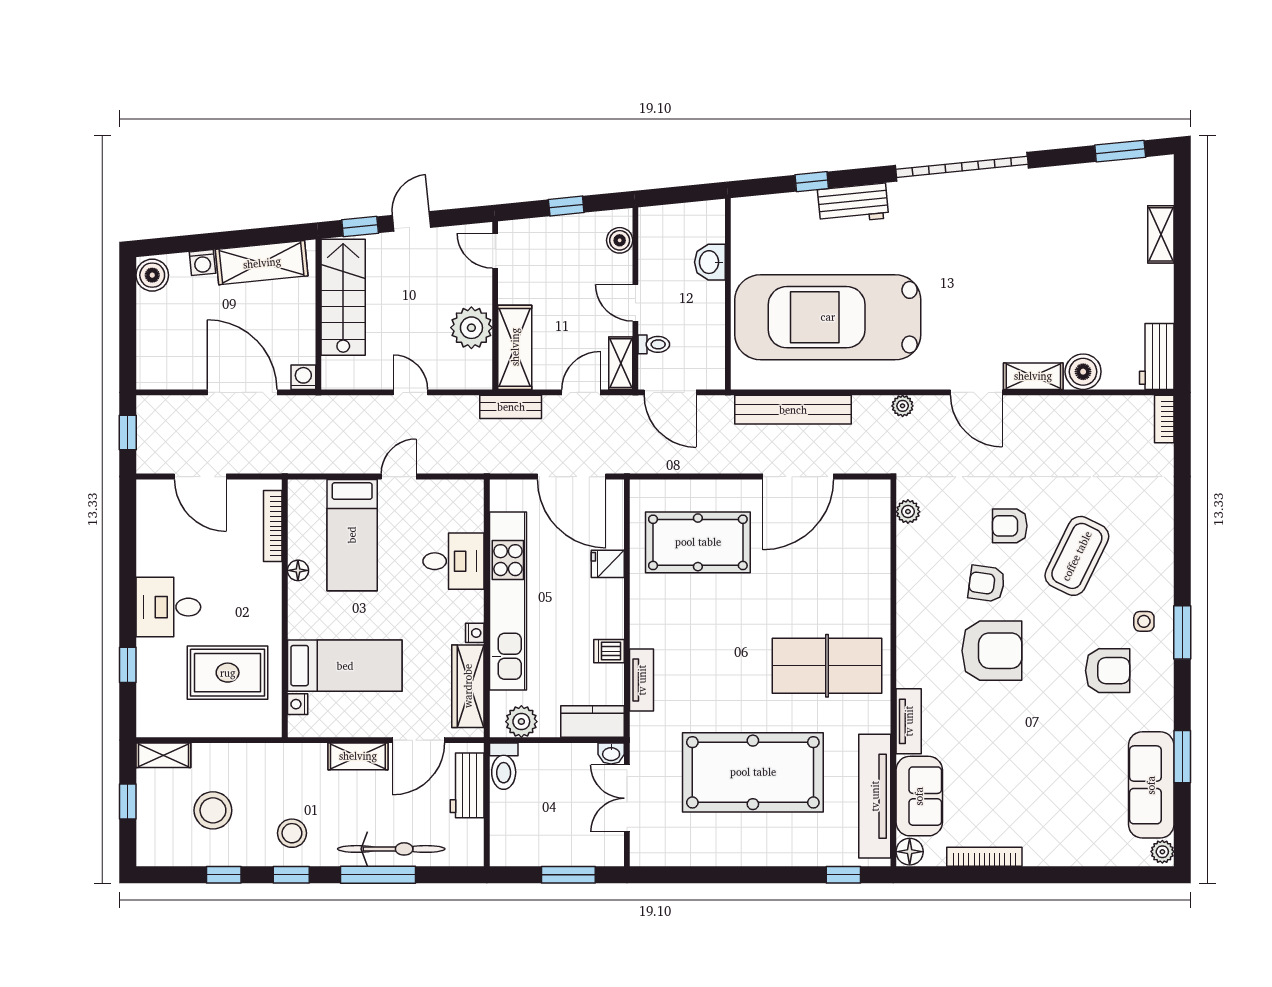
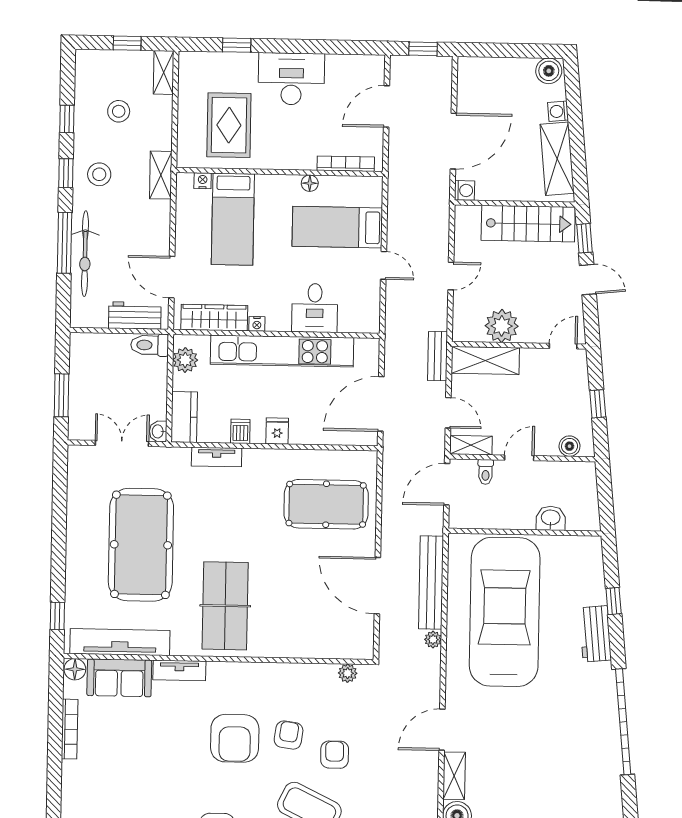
plant: (903, 406) -> (433, 640), moved
pool table: (698, 542) -> (326, 504), turned 90
fridge: (608, 564) -> (277, 431), moved
desk: (168, 607) -> (291, 79), width x1.37
shelving: (358, 756) -> (161, 175), moved
stool: (213, 810) -> (119, 111), width x0.73, depth x0.73

